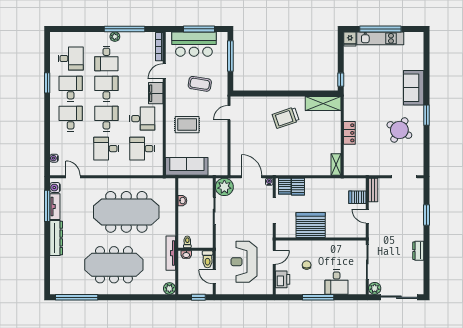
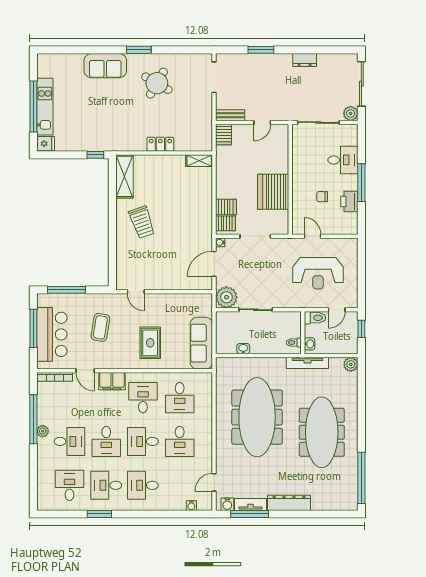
desk: (106, 89) -> (106, 441), turned -90
server rack: (357, 197) -> (223, 134), moved
printer: (283, 279) -> (349, 201), moved, turned -90

